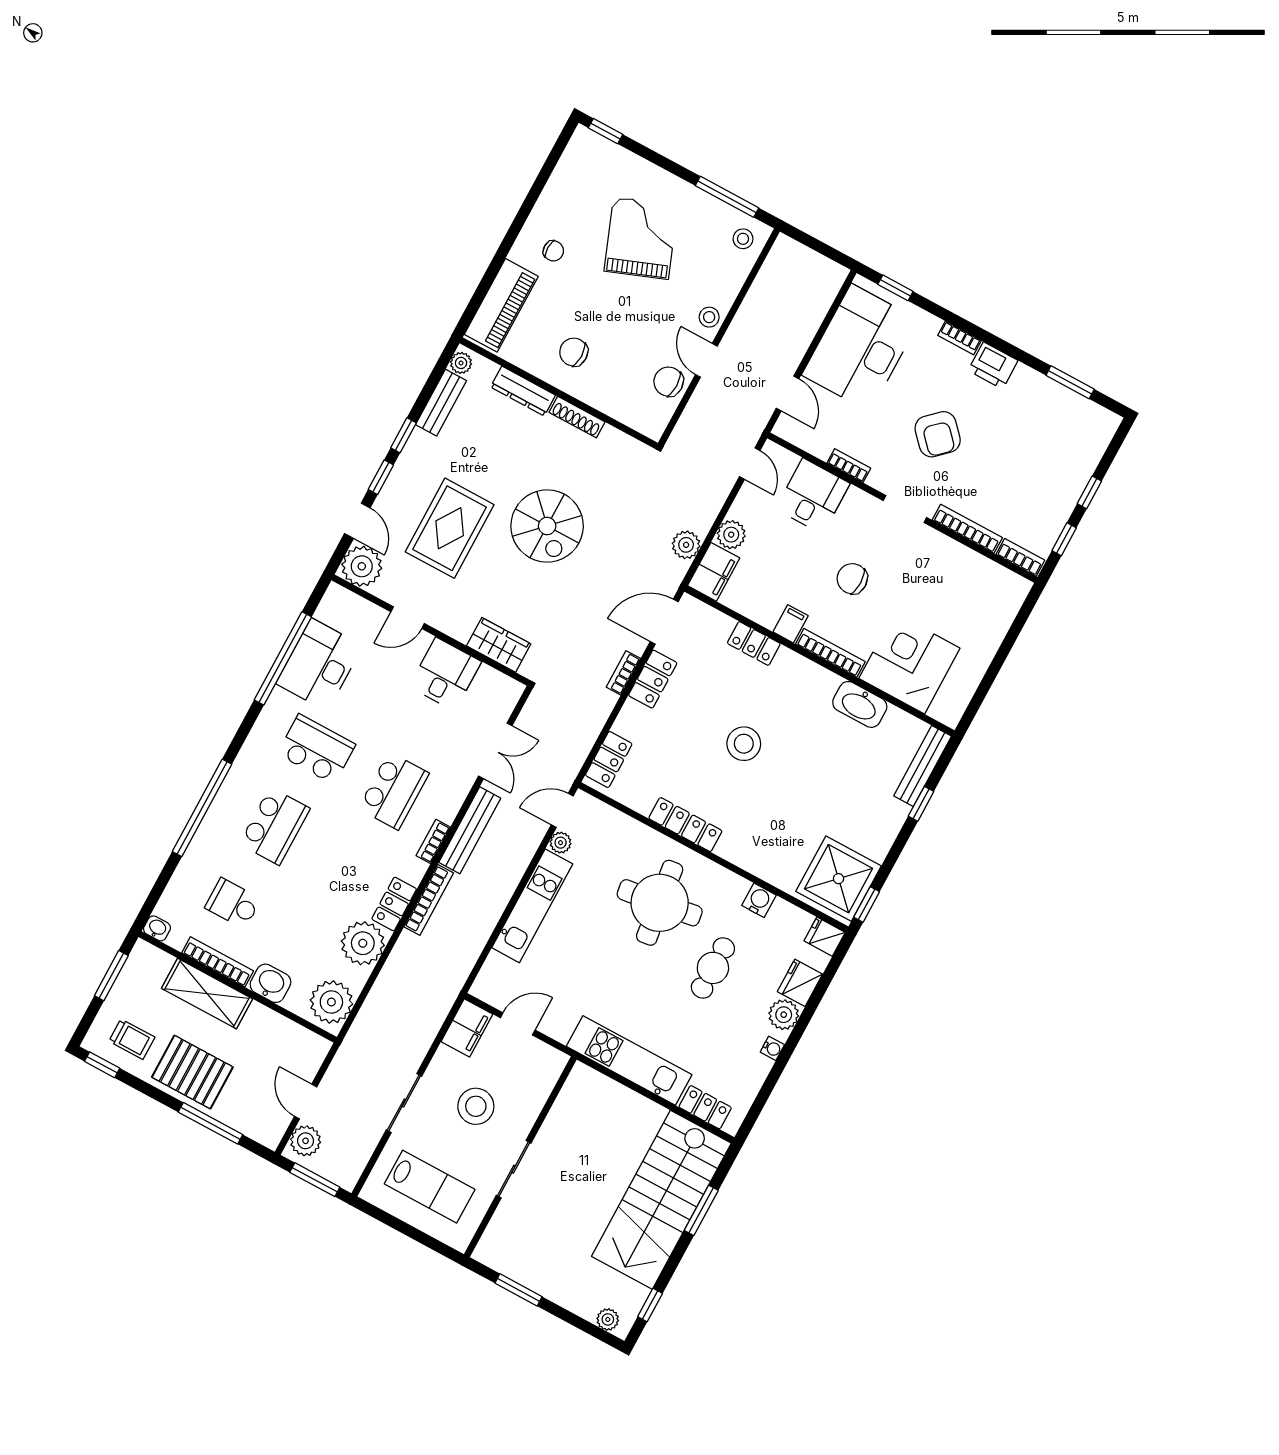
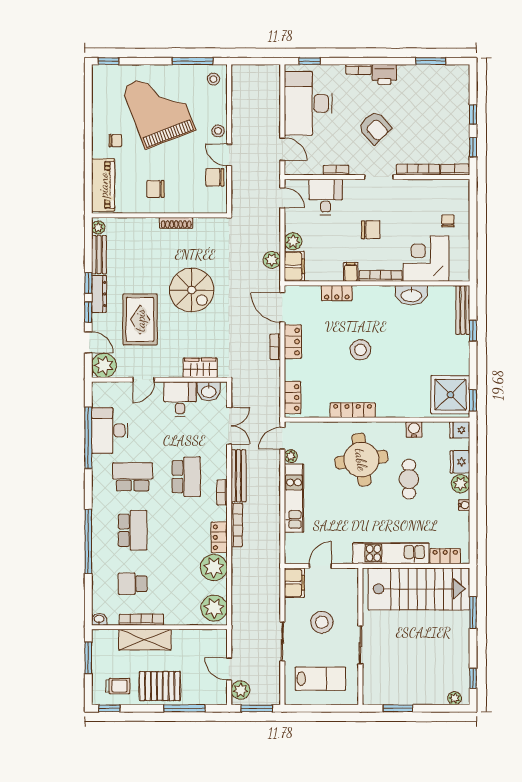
grand piano: (641, 238) -> (159, 108), width x1.37, depth x1.48
dresser: (523, 391) -> (99, 294), moved, turned -90
chair: (852, 579) -> (371, 230), turned 180
door: (664, 622) -> (282, 307), hinge flipped
chair: (970, 626) -> (448, 221), added
washbasin: (270, 983) -> (209, 391), moved, turned 180
stairs: (661, 1200) -> (419, 589), moved, turned -90

